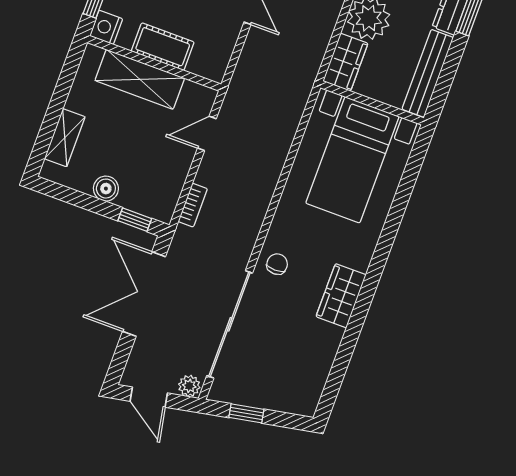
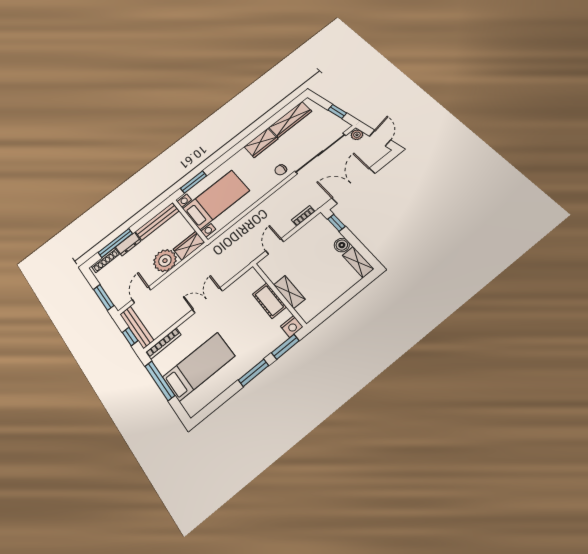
shelving: (140, 79) -> (289, 292), width x0.67, depth x0.75
door: (207, 133) -> (275, 246), swing flipped
shelving: (65, 138) -> (358, 262), moved, turned 90
window: (412, 171) -> (194, 182), added
double door: (144, 294) -> (353, 186), swing flipped
wardrobe: (318, 362) -> (290, 119), added

